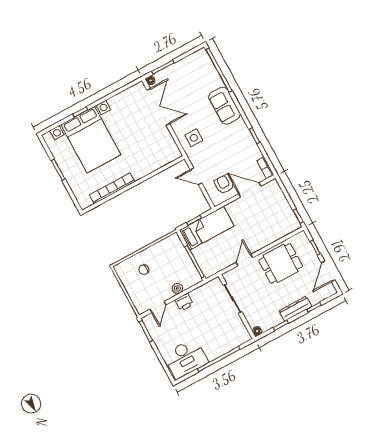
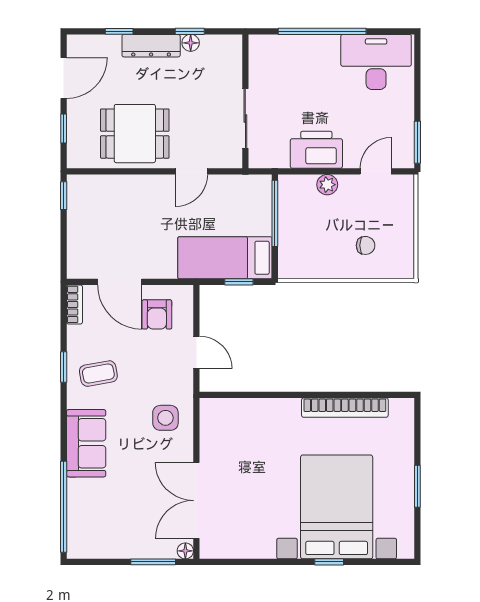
coffee table: (237, 142) -> (98, 374), added
printer: (184, 302) -> (316, 150), width x1.87, depth x1.48
floor lamp: (257, 331) -> (191, 43), moved

